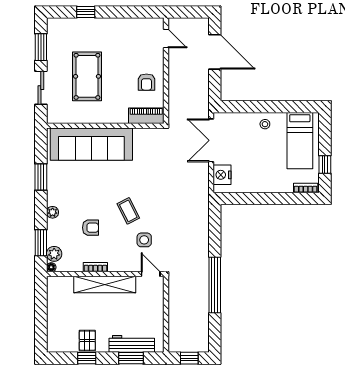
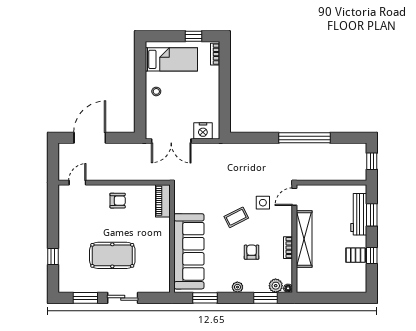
piano: (146, 116) -> (163, 201), moved
wall: (105, 126) -> (172, 239), moved
sofa: (91, 144) -> (189, 251), moved

